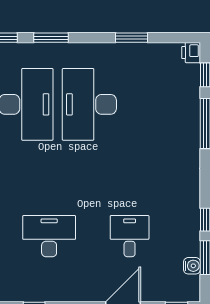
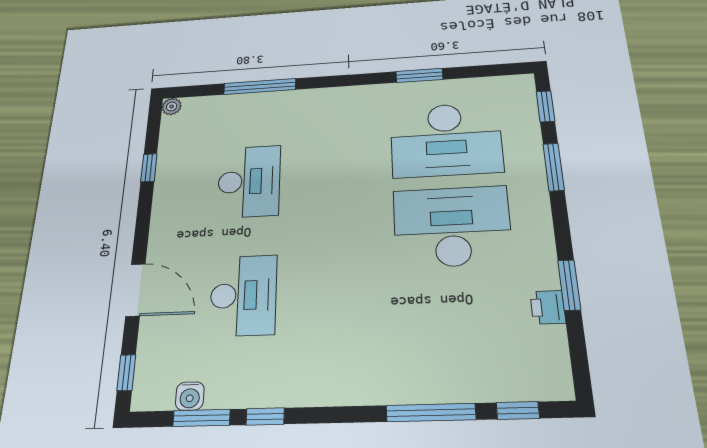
printer: (191, 53) -> (548, 307), moved, turned -90
desk: (130, 236) -> (243, 295), width x1.37

